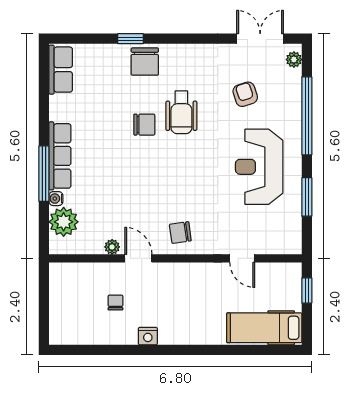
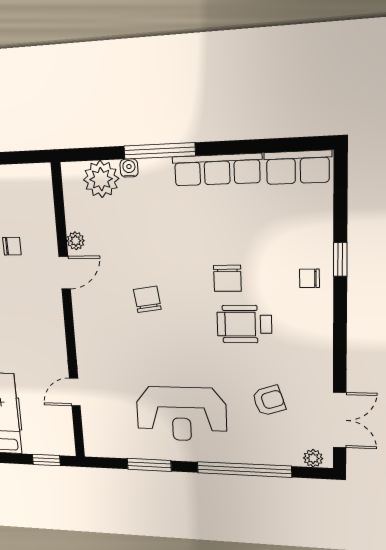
chair: (145, 62) -> (309, 278), width x0.54, depth x0.54
row of seats: (60, 156) -> (217, 170), moved
reception desk: (259, 167) -> (181, 414), turned 180
chair: (180, 233) -> (147, 299), moved

